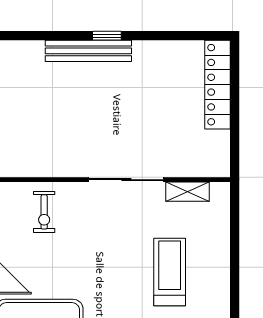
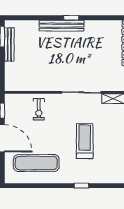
treadmill: (170, 272) -> (85, 141), moved

